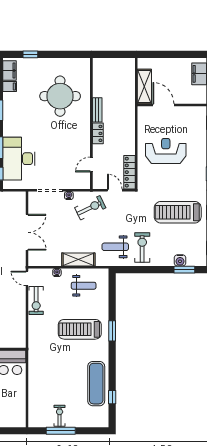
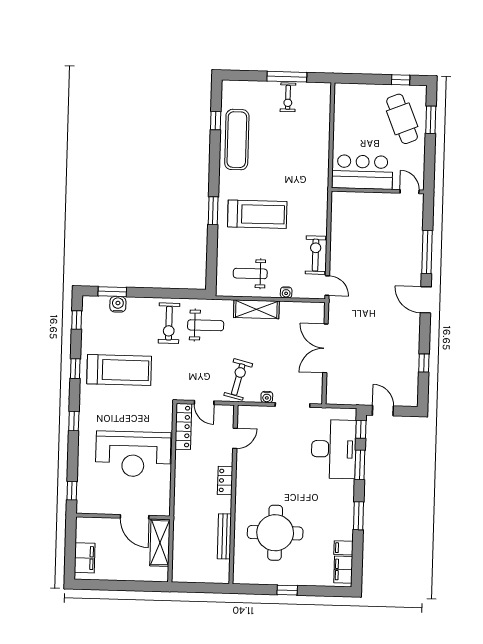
window: (30, 54) -> (287, 590), moved
bench: (97, 110) -> (224, 536), moved, width x1.36
reception desk: (166, 151) -> (133, 454), width x1.36, depth x1.30
exercise bike: (90, 208) -> (238, 379), turned 130

